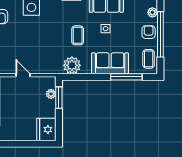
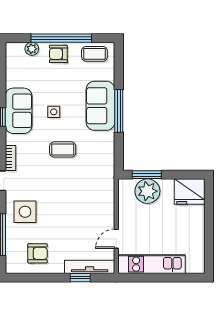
plant: (72, 65) -> (103, 157), removed
door: (23, 75) -> (116, 239), moved
window: (126, 77) -> (119, 111), moved
plant: (51, 94) -> (147, 191), width x1.88, depth x1.88

